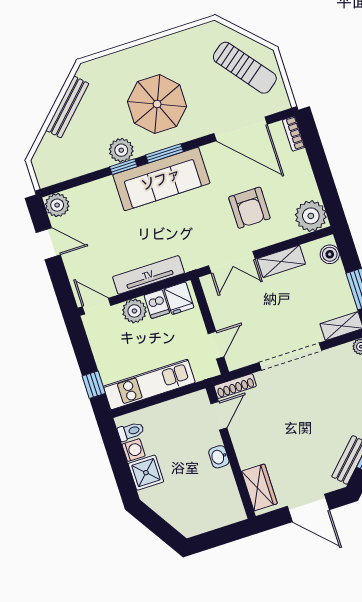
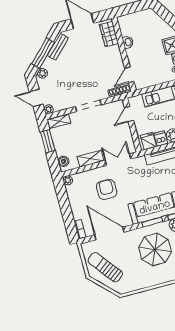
plant: (311, 216) -> (68, 180), width x0.53, depth x0.53
doorway: (290, 356) -> (88, 106), width x0.73
washbasin: (219, 457) -> (128, 42), moved

